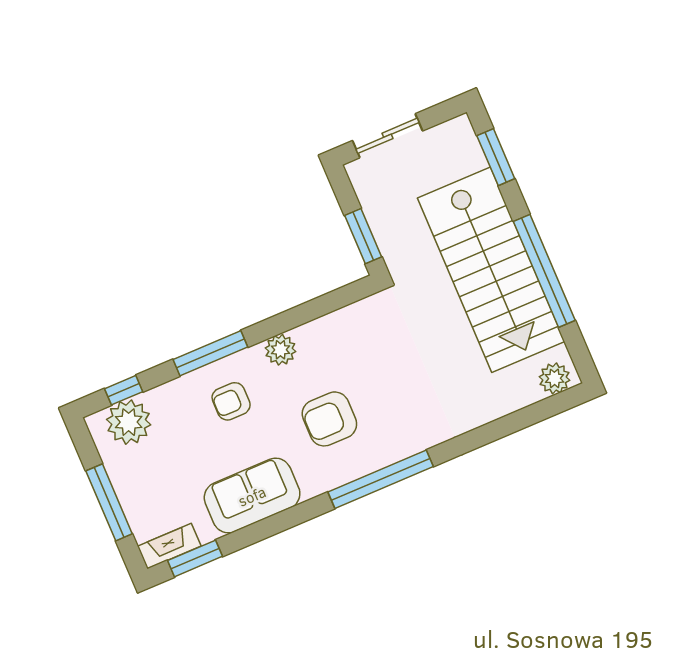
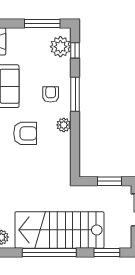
window: (363, 236) -> (109, 181), moved
armchair: (329, 419) -> (25, 133), turned 90
window: (109, 502) -> (42, 24), moved

